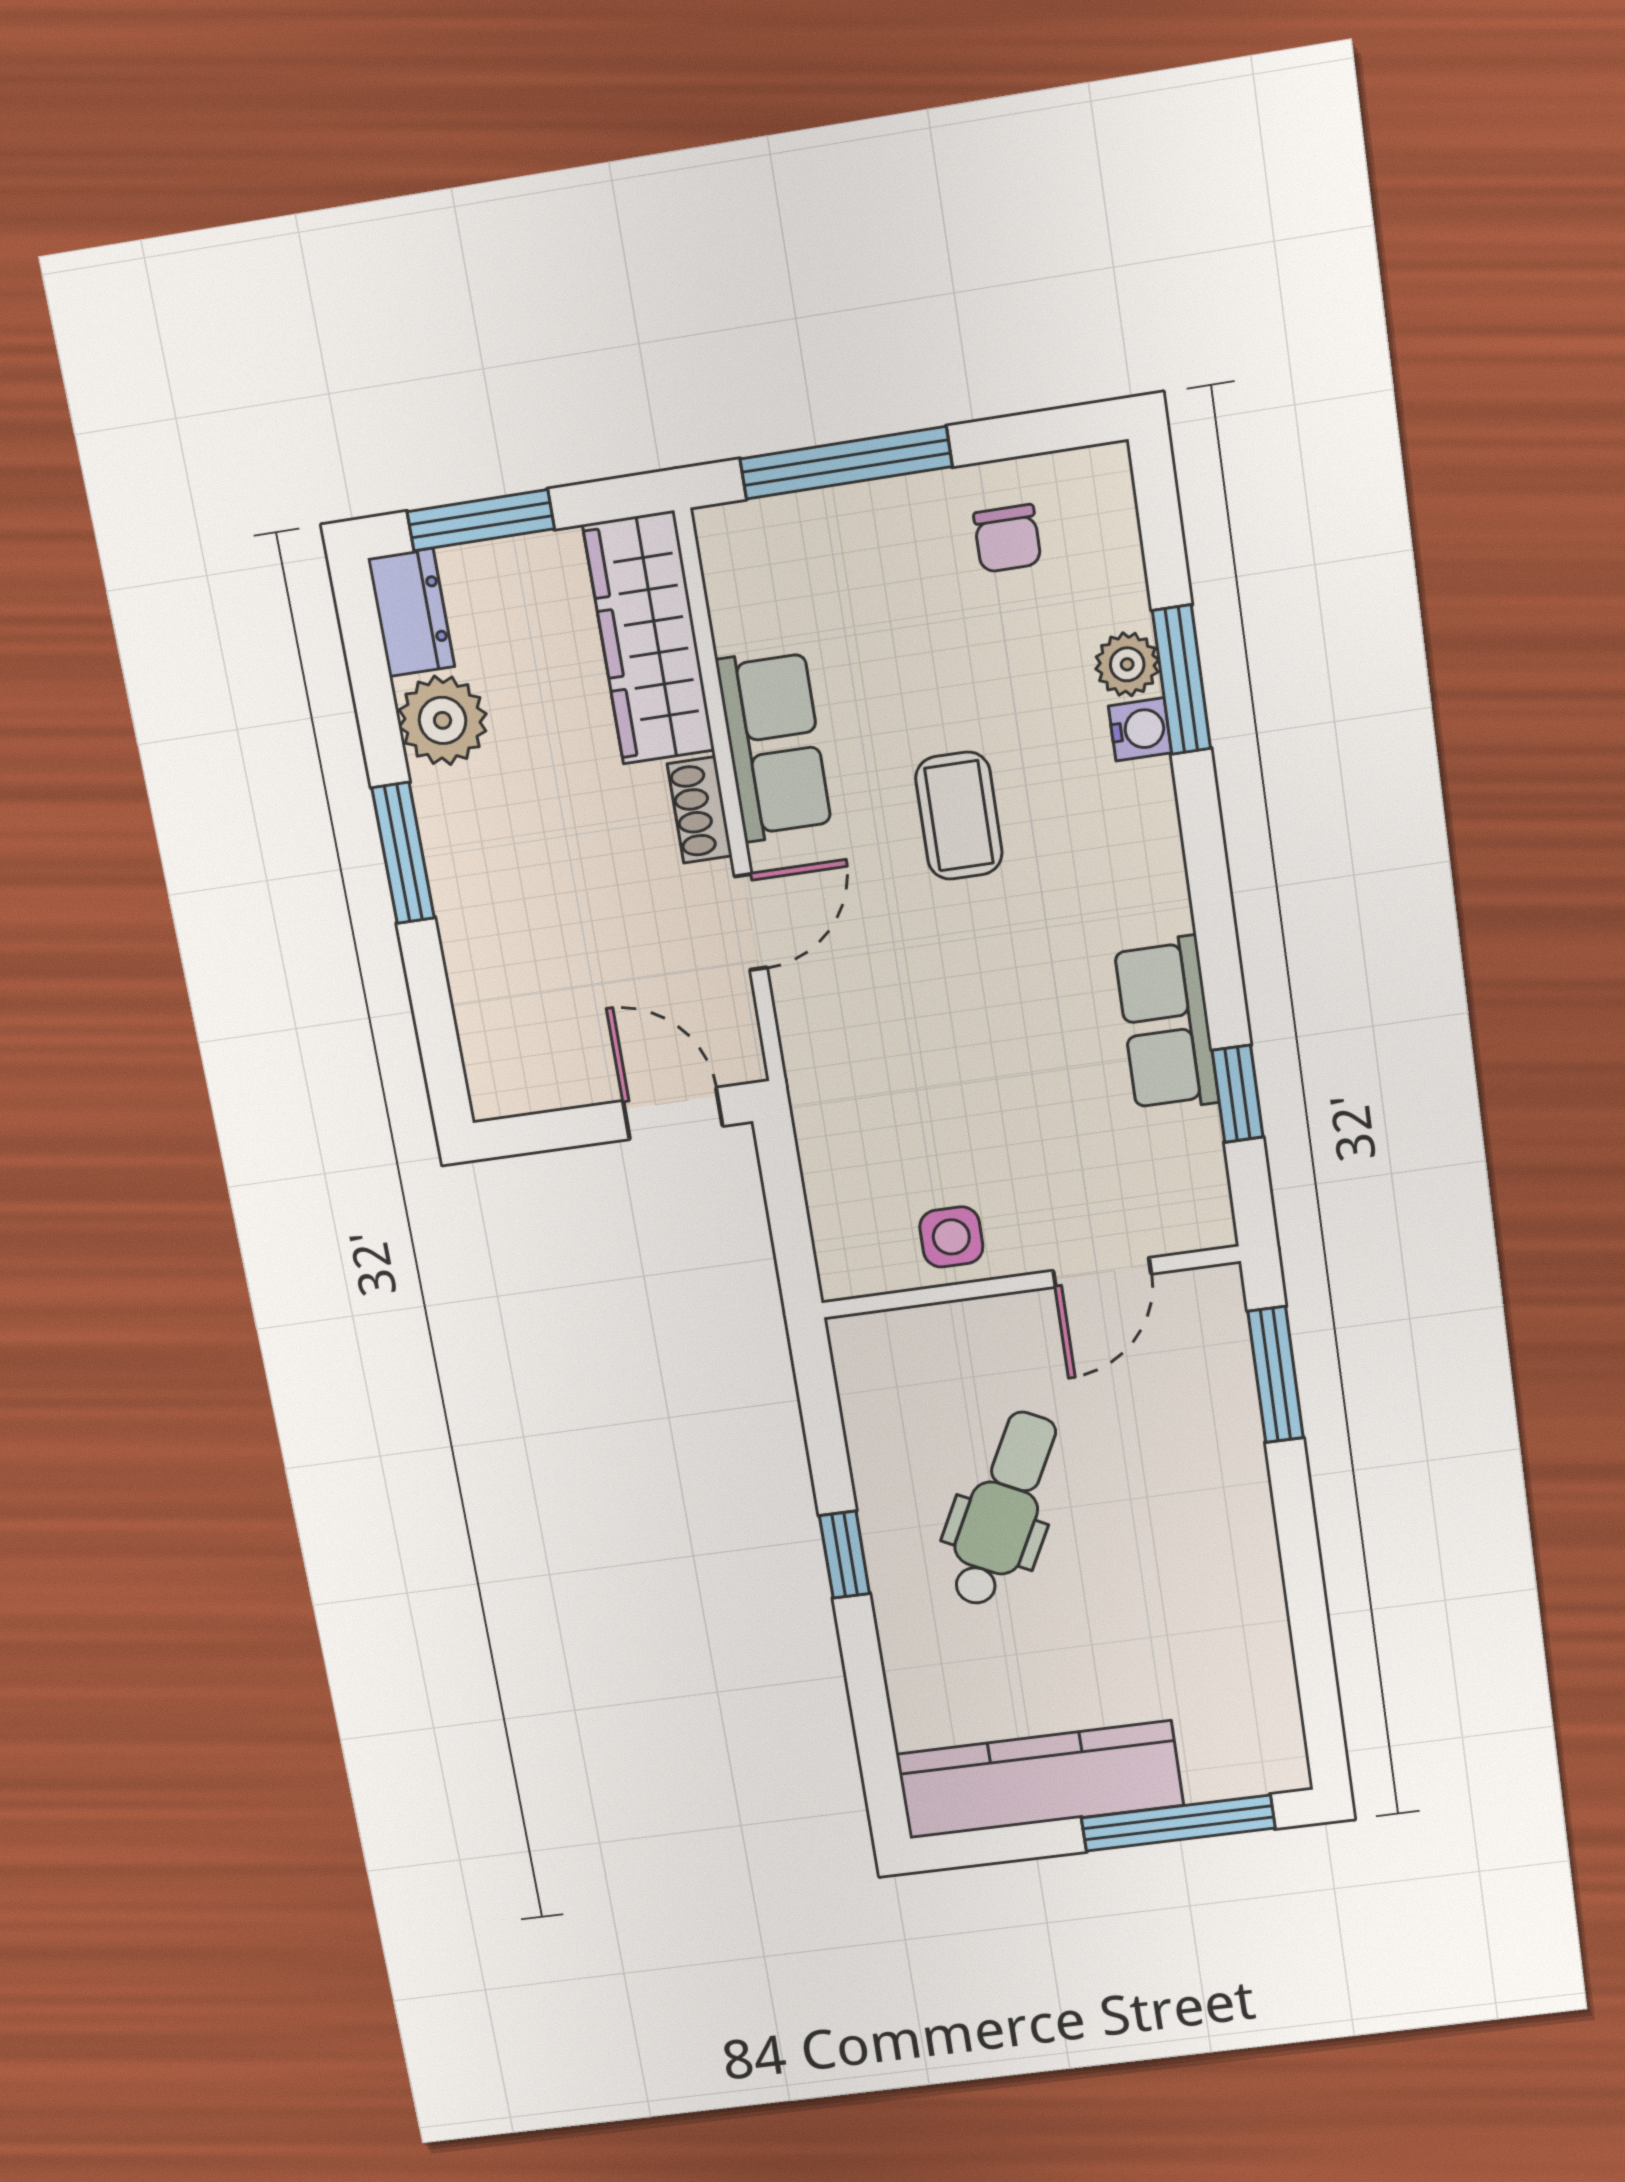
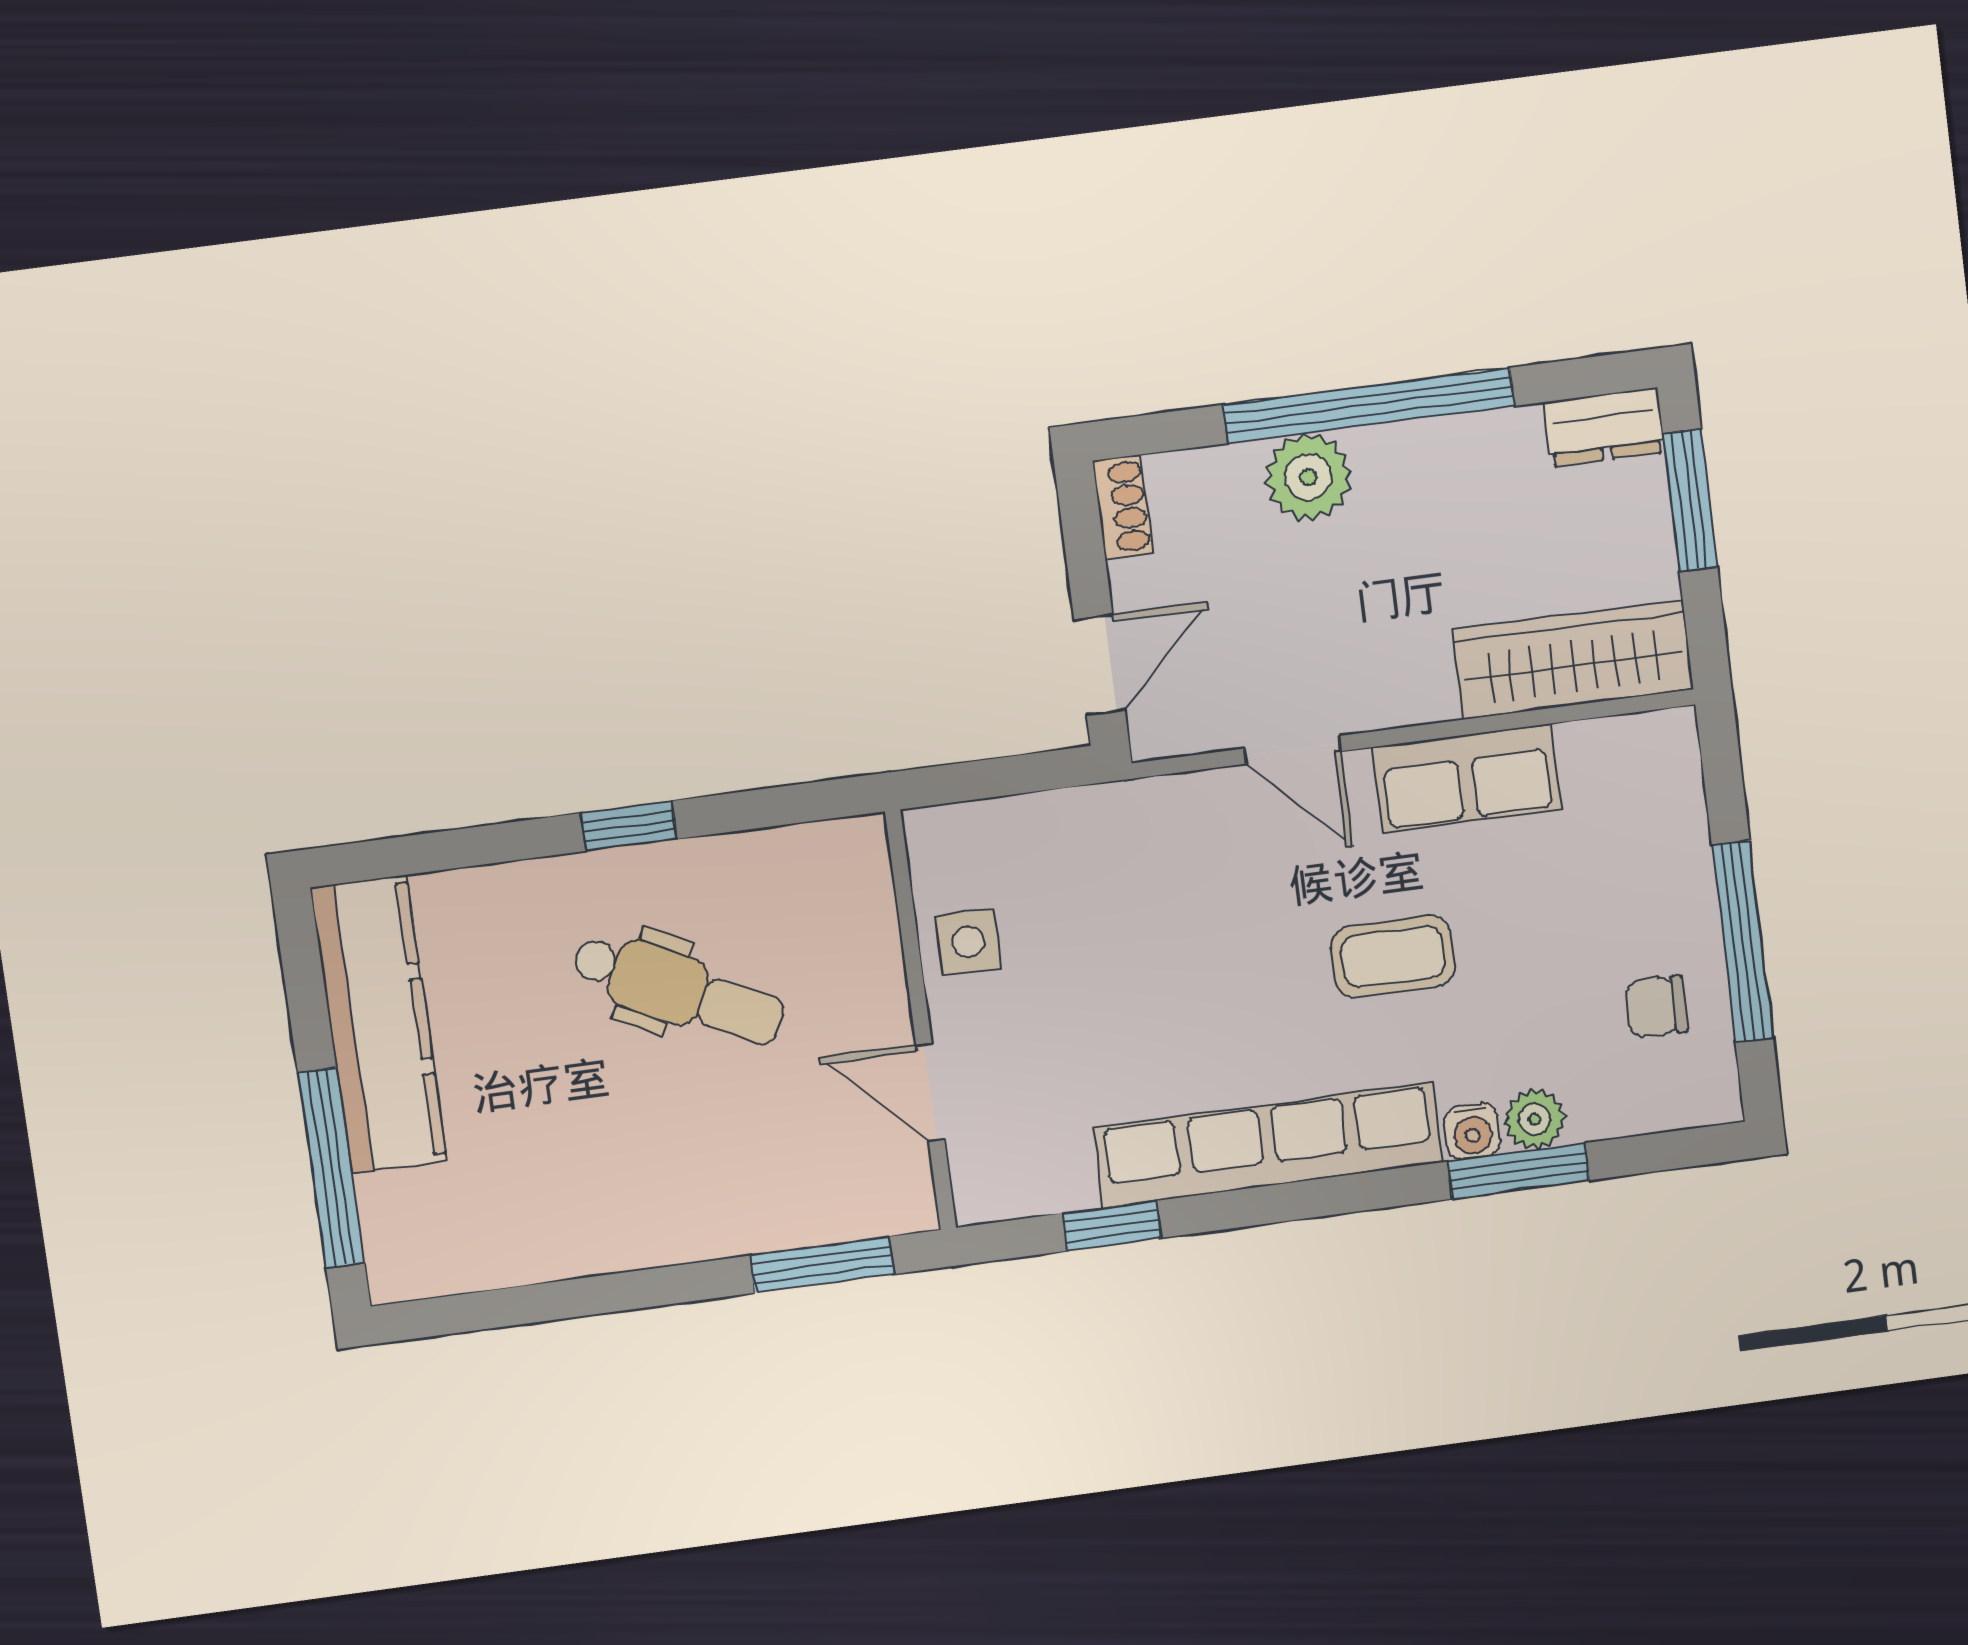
window: (846, 463) -> (1743, 942), moved
plant: (443, 720) -> (1308, 477), moved
shoe rack: (700, 810) -> (1123, 507), moved, turned 90
window: (403, 853) -> (1369, 405), width x2.11
row of seats: (1167, 1025) -> (1268, 1145), width x2.02

